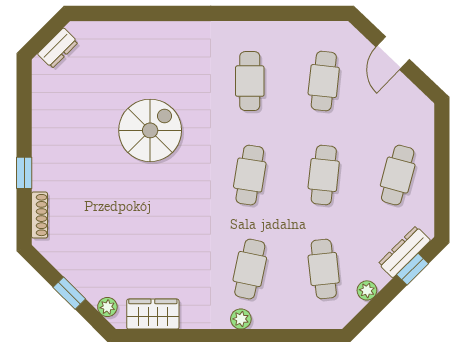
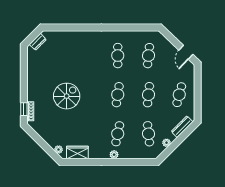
door: (393, 53) -> (186, 52), moved
spiral stairs: (150, 130) -> (67, 96), moved
window: (24, 173) -> (24, 109), moved
window: (413, 269) -> (185, 134), removed
window: (69, 293) -> (43, 144), removed

